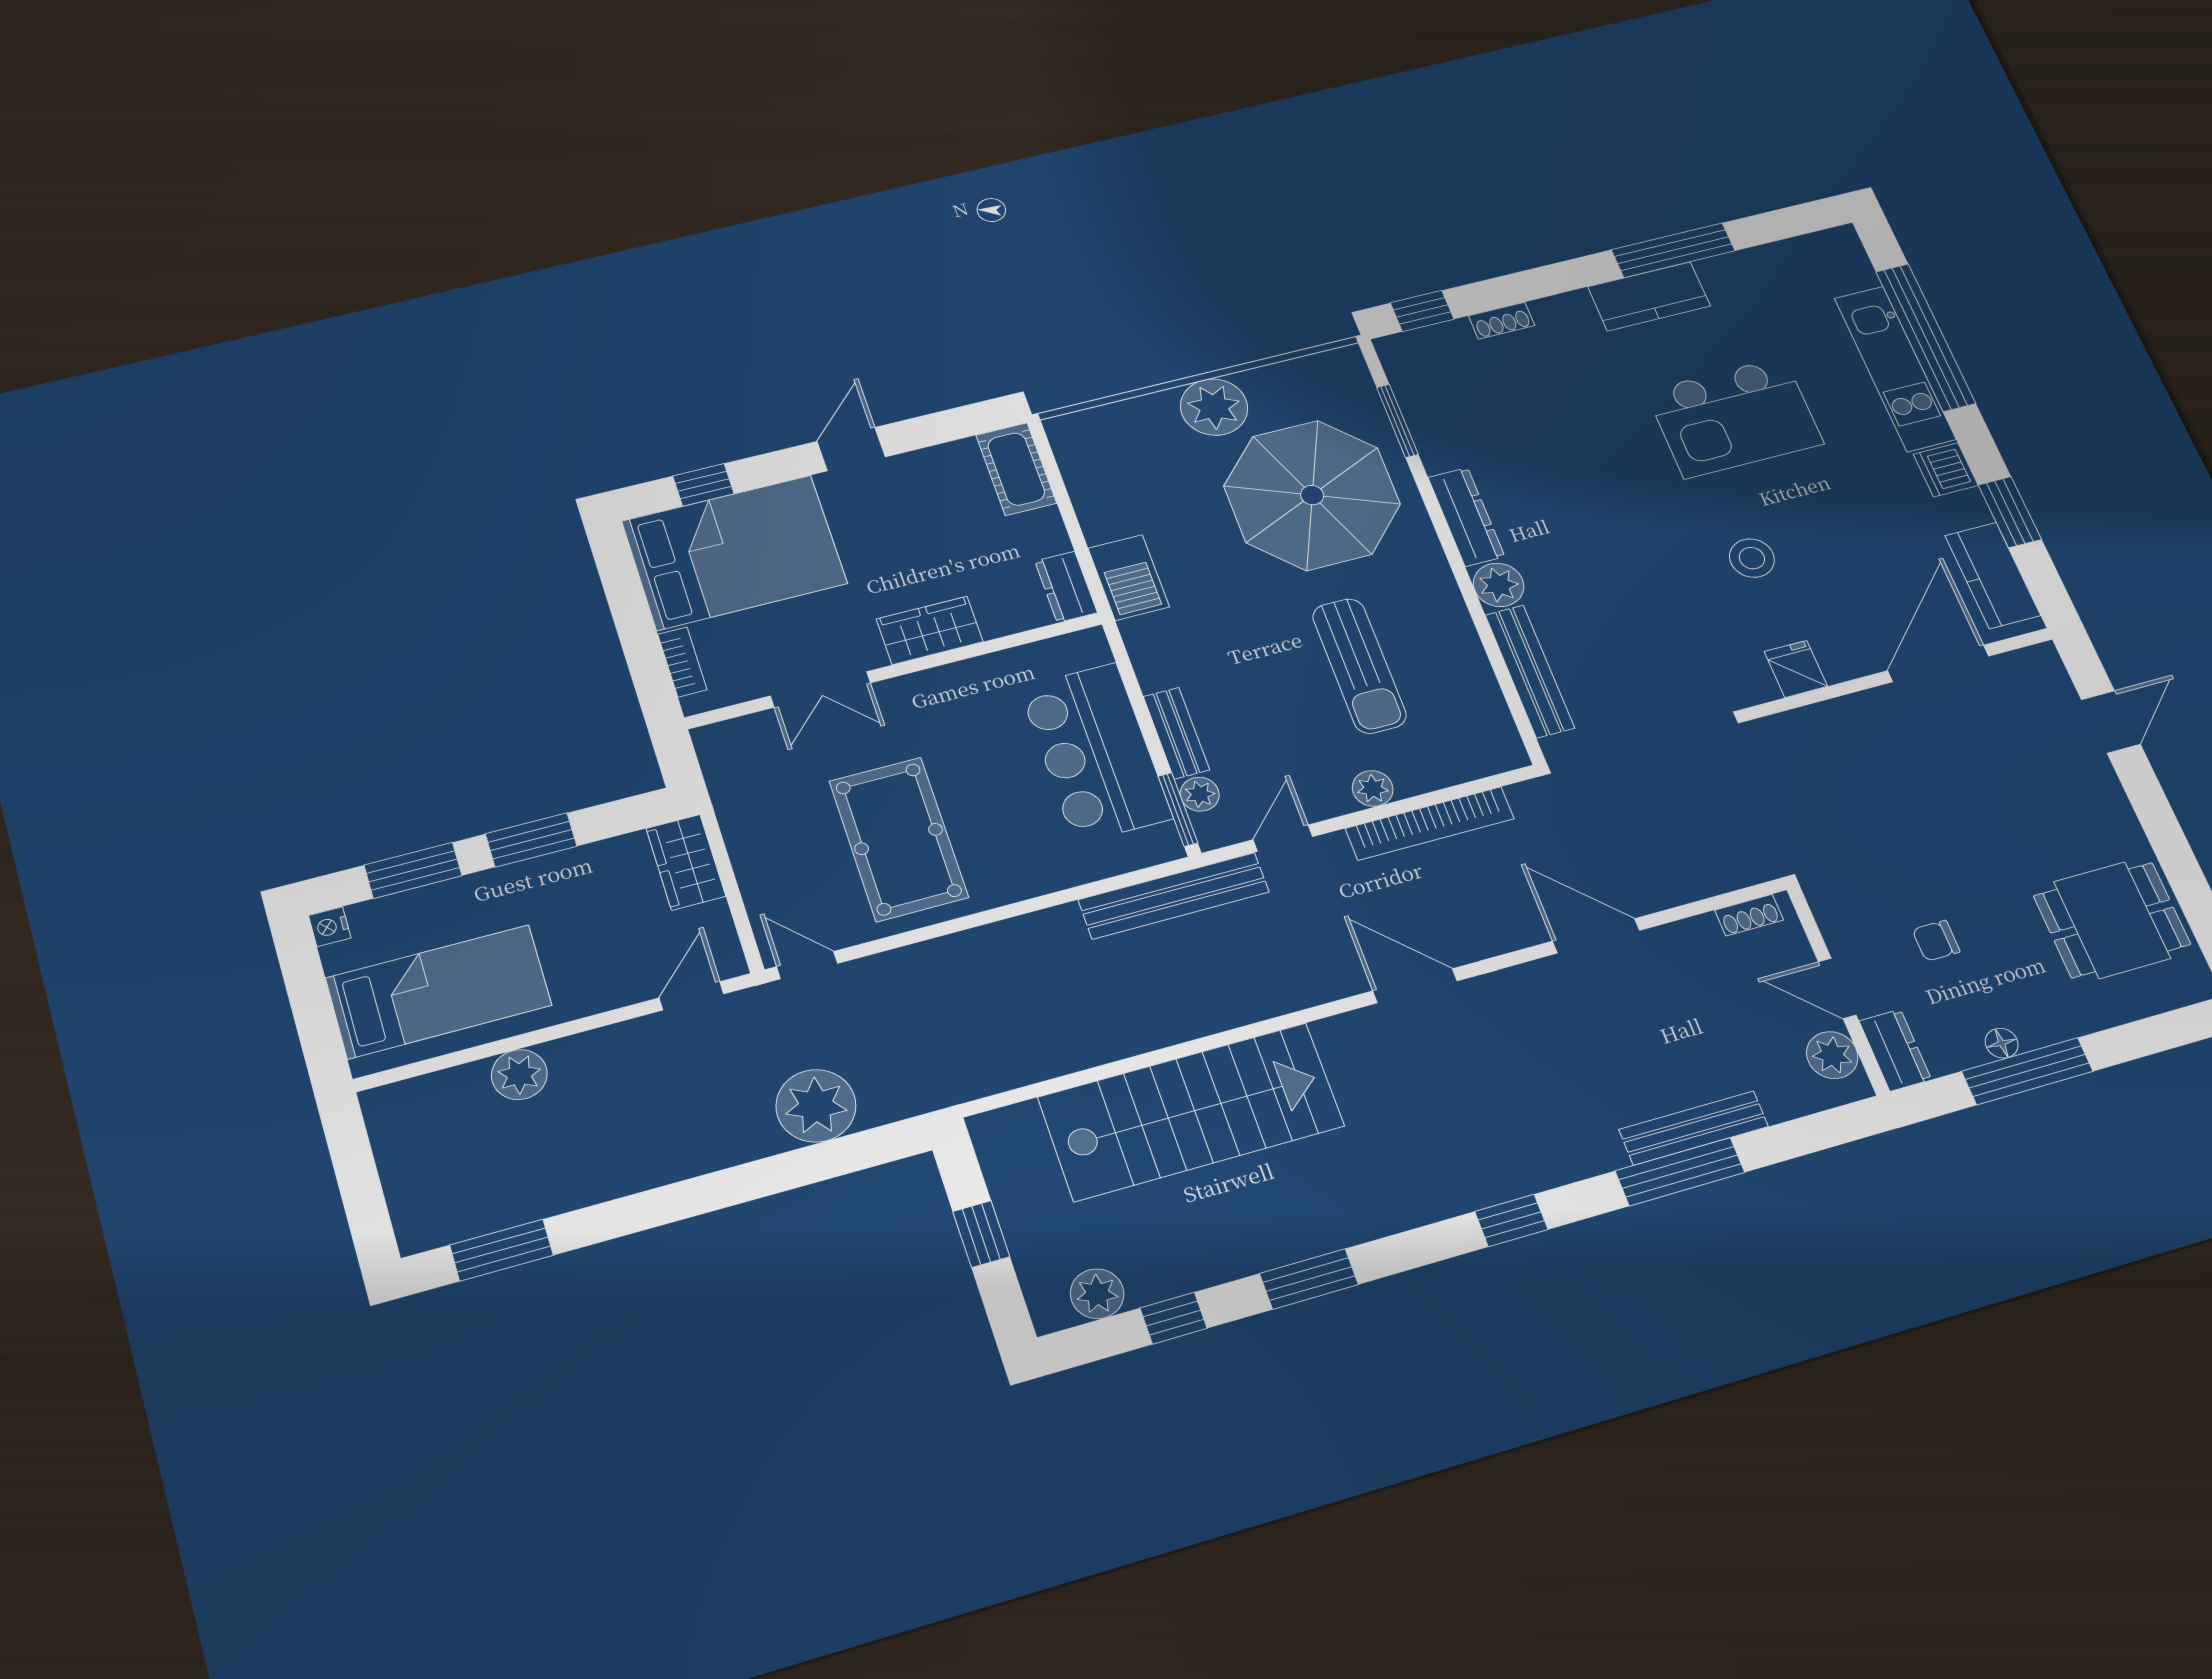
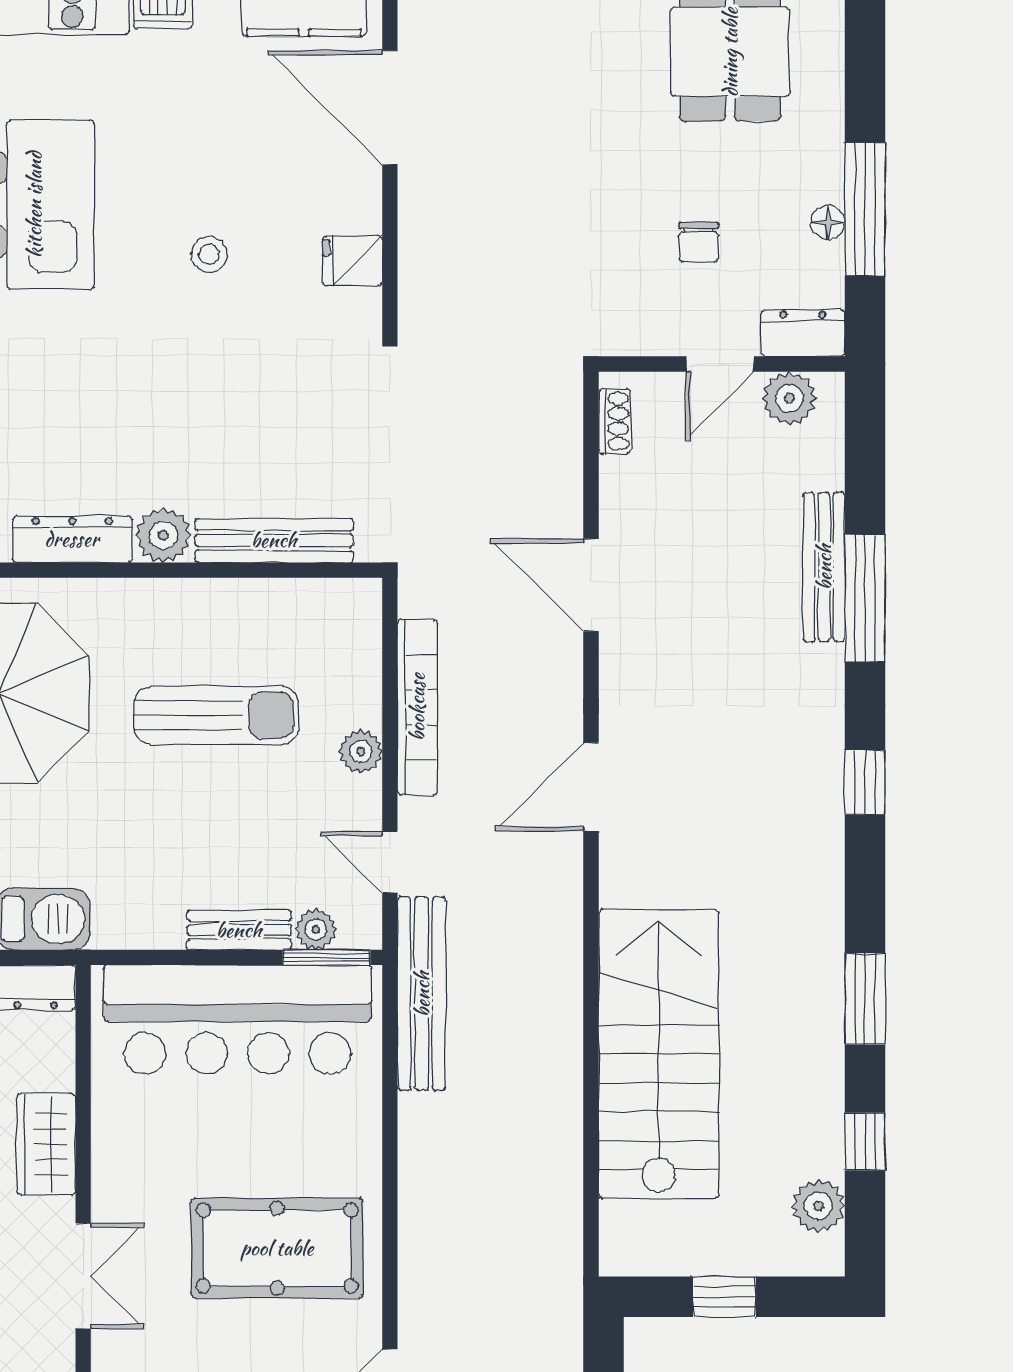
stool: (1752, 558) -> (209, 254), width x0.73, depth x0.73
bar counter: (1096, 753) -> (238, 1020), width x1.36
door: (1596, 936) -> (591, 585), hinge flipped

